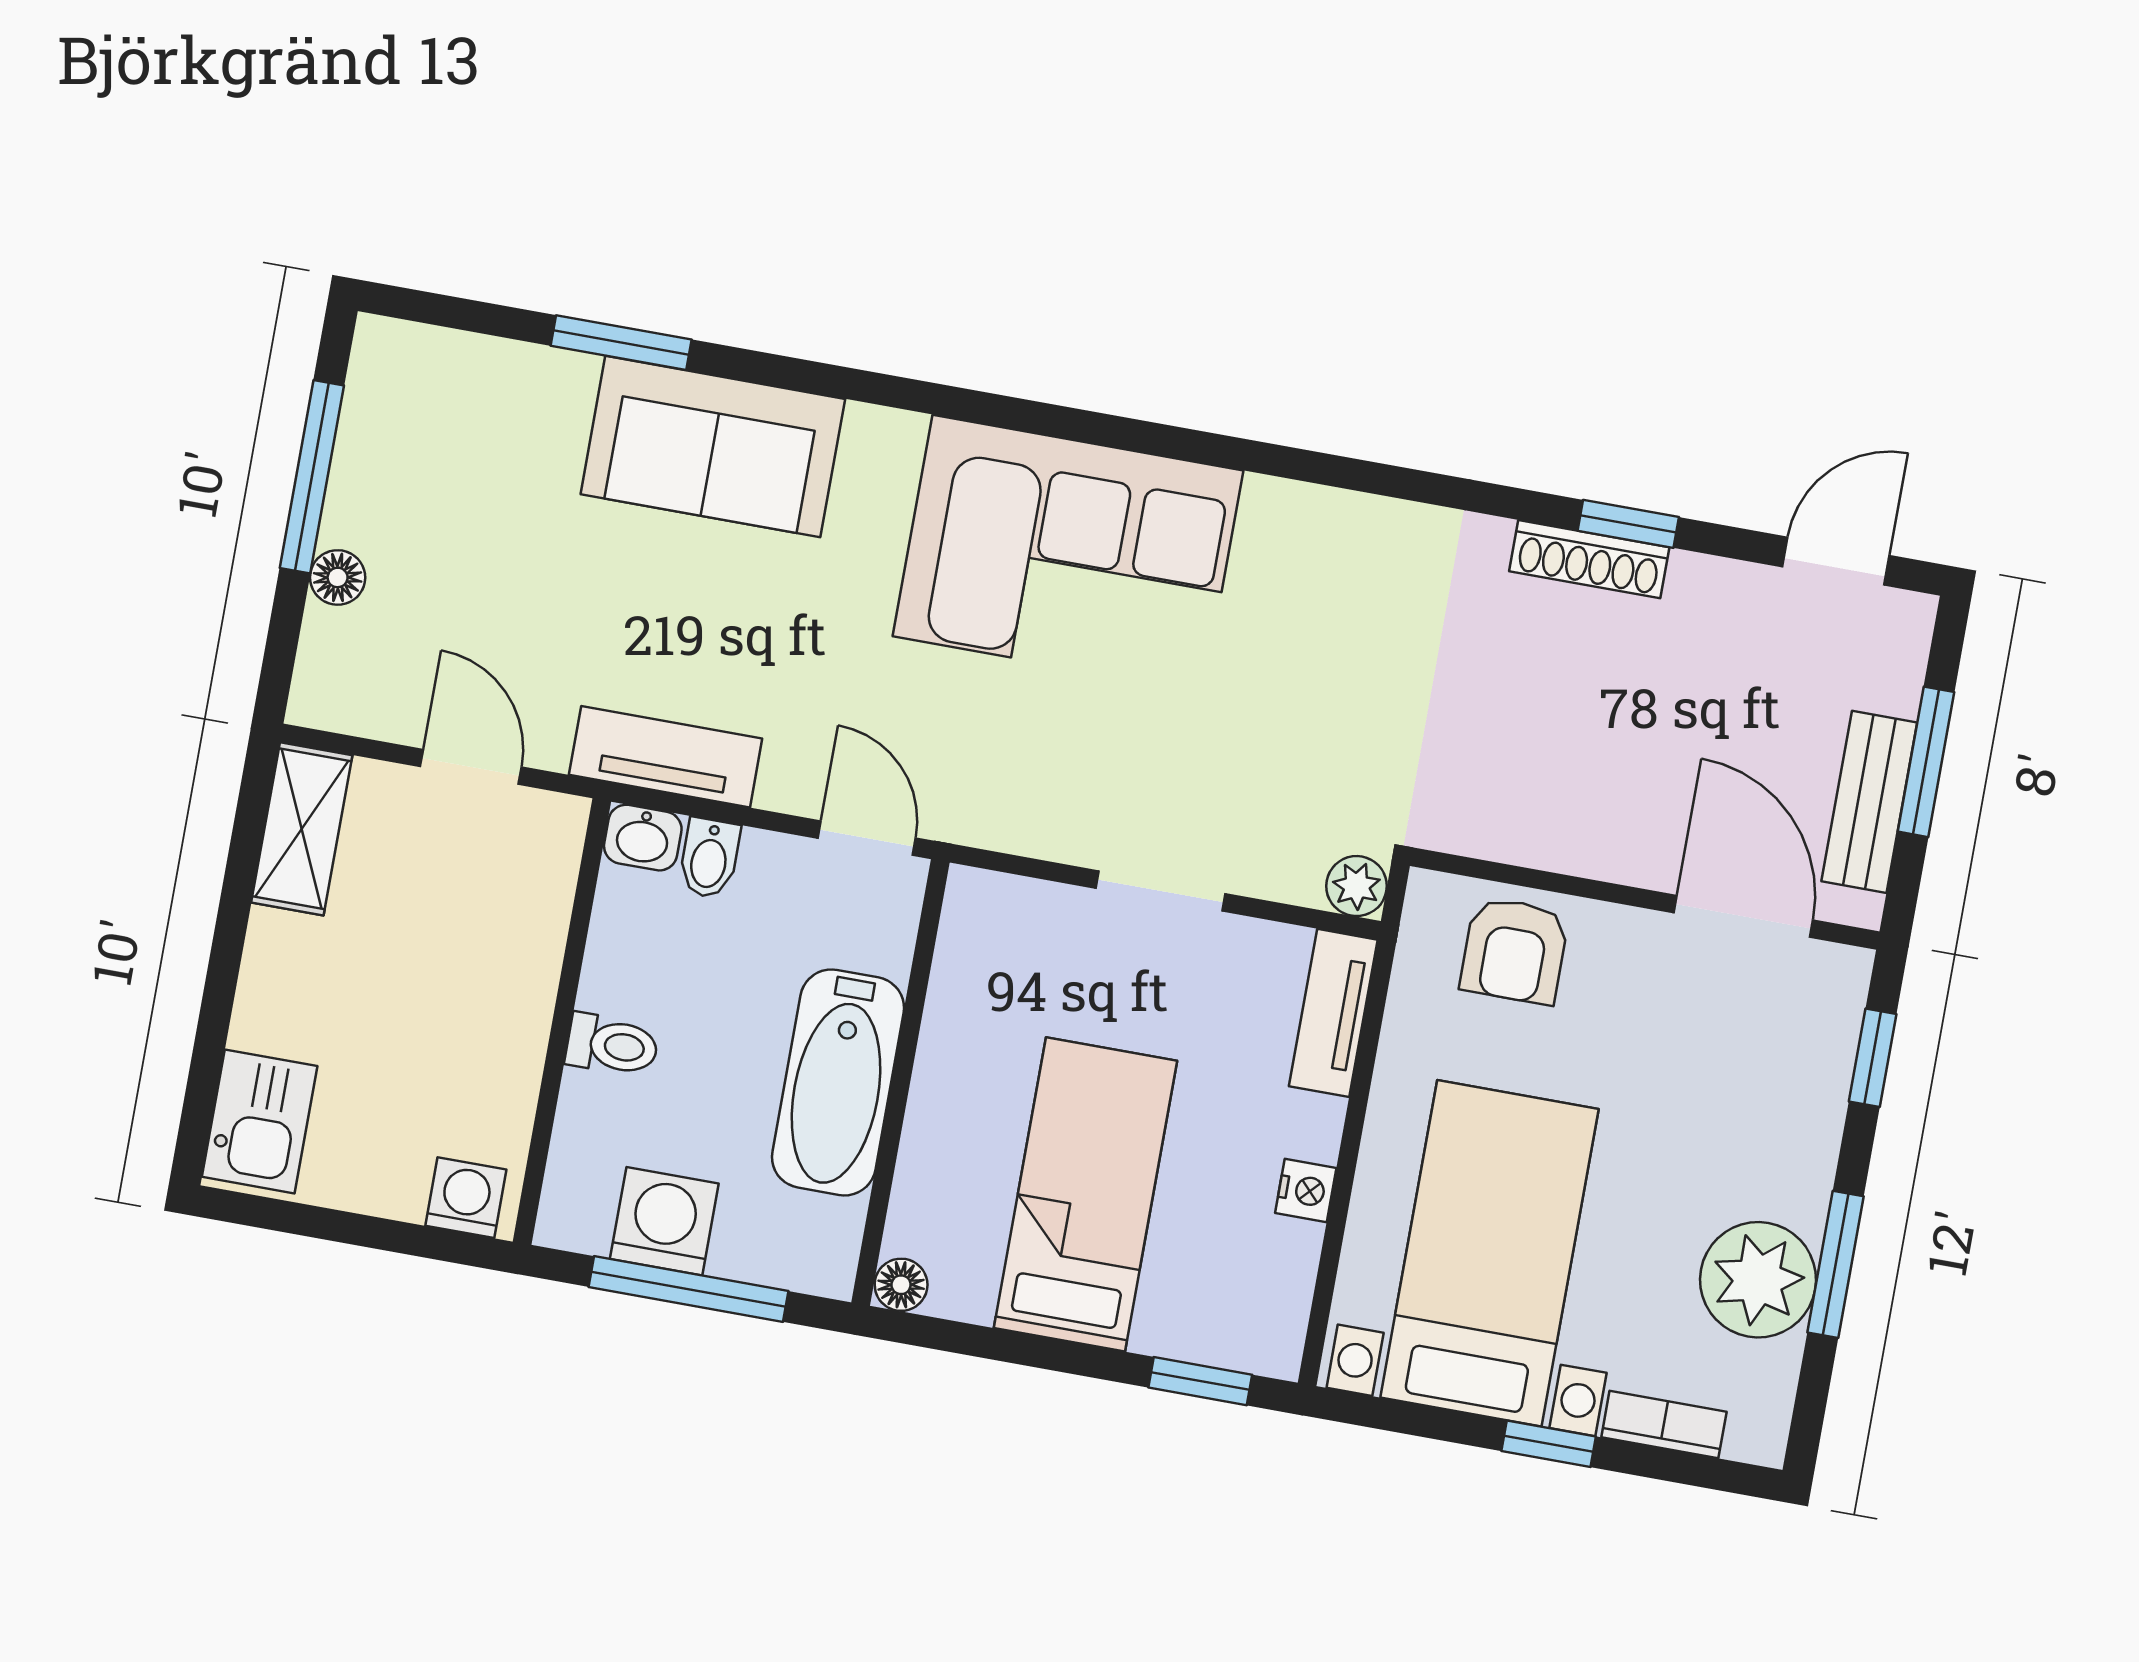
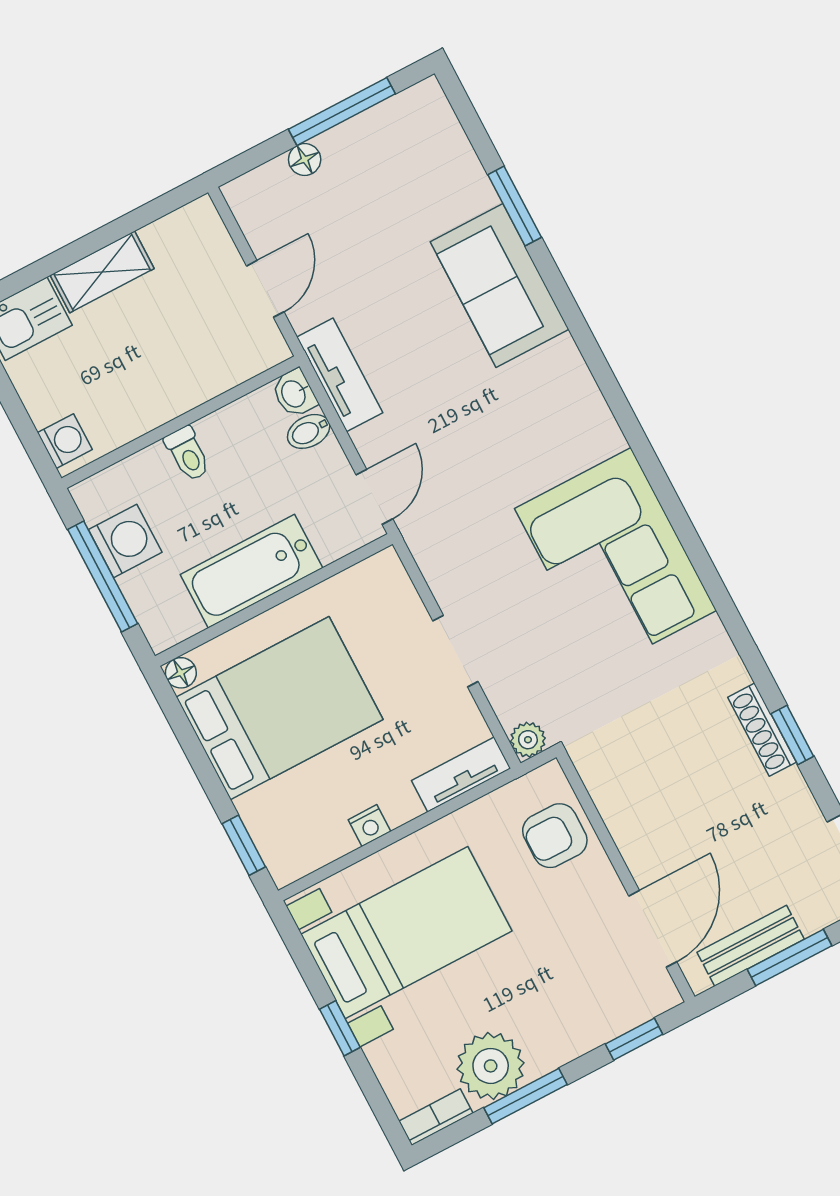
corner sofa: (1068, 553) -> (616, 559), moved
shelving: (302, 829) -> (102, 272), moved
bed: (1085, 1194) -> (280, 708), width x1.50
bookcase: (1664, 1425) -> (436, 1117), moved, turned -90

